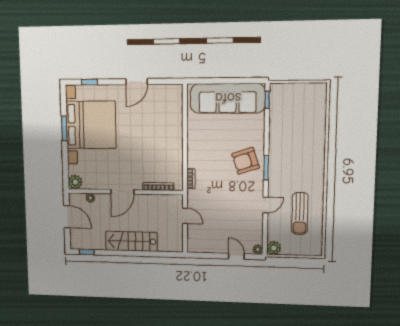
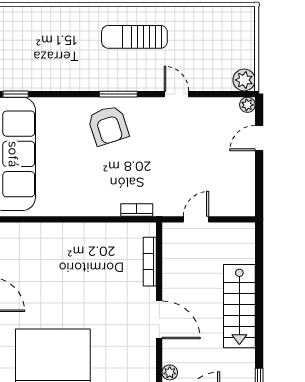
sun lounger: (300, 213) -> (134, 37), moved, turned 180

